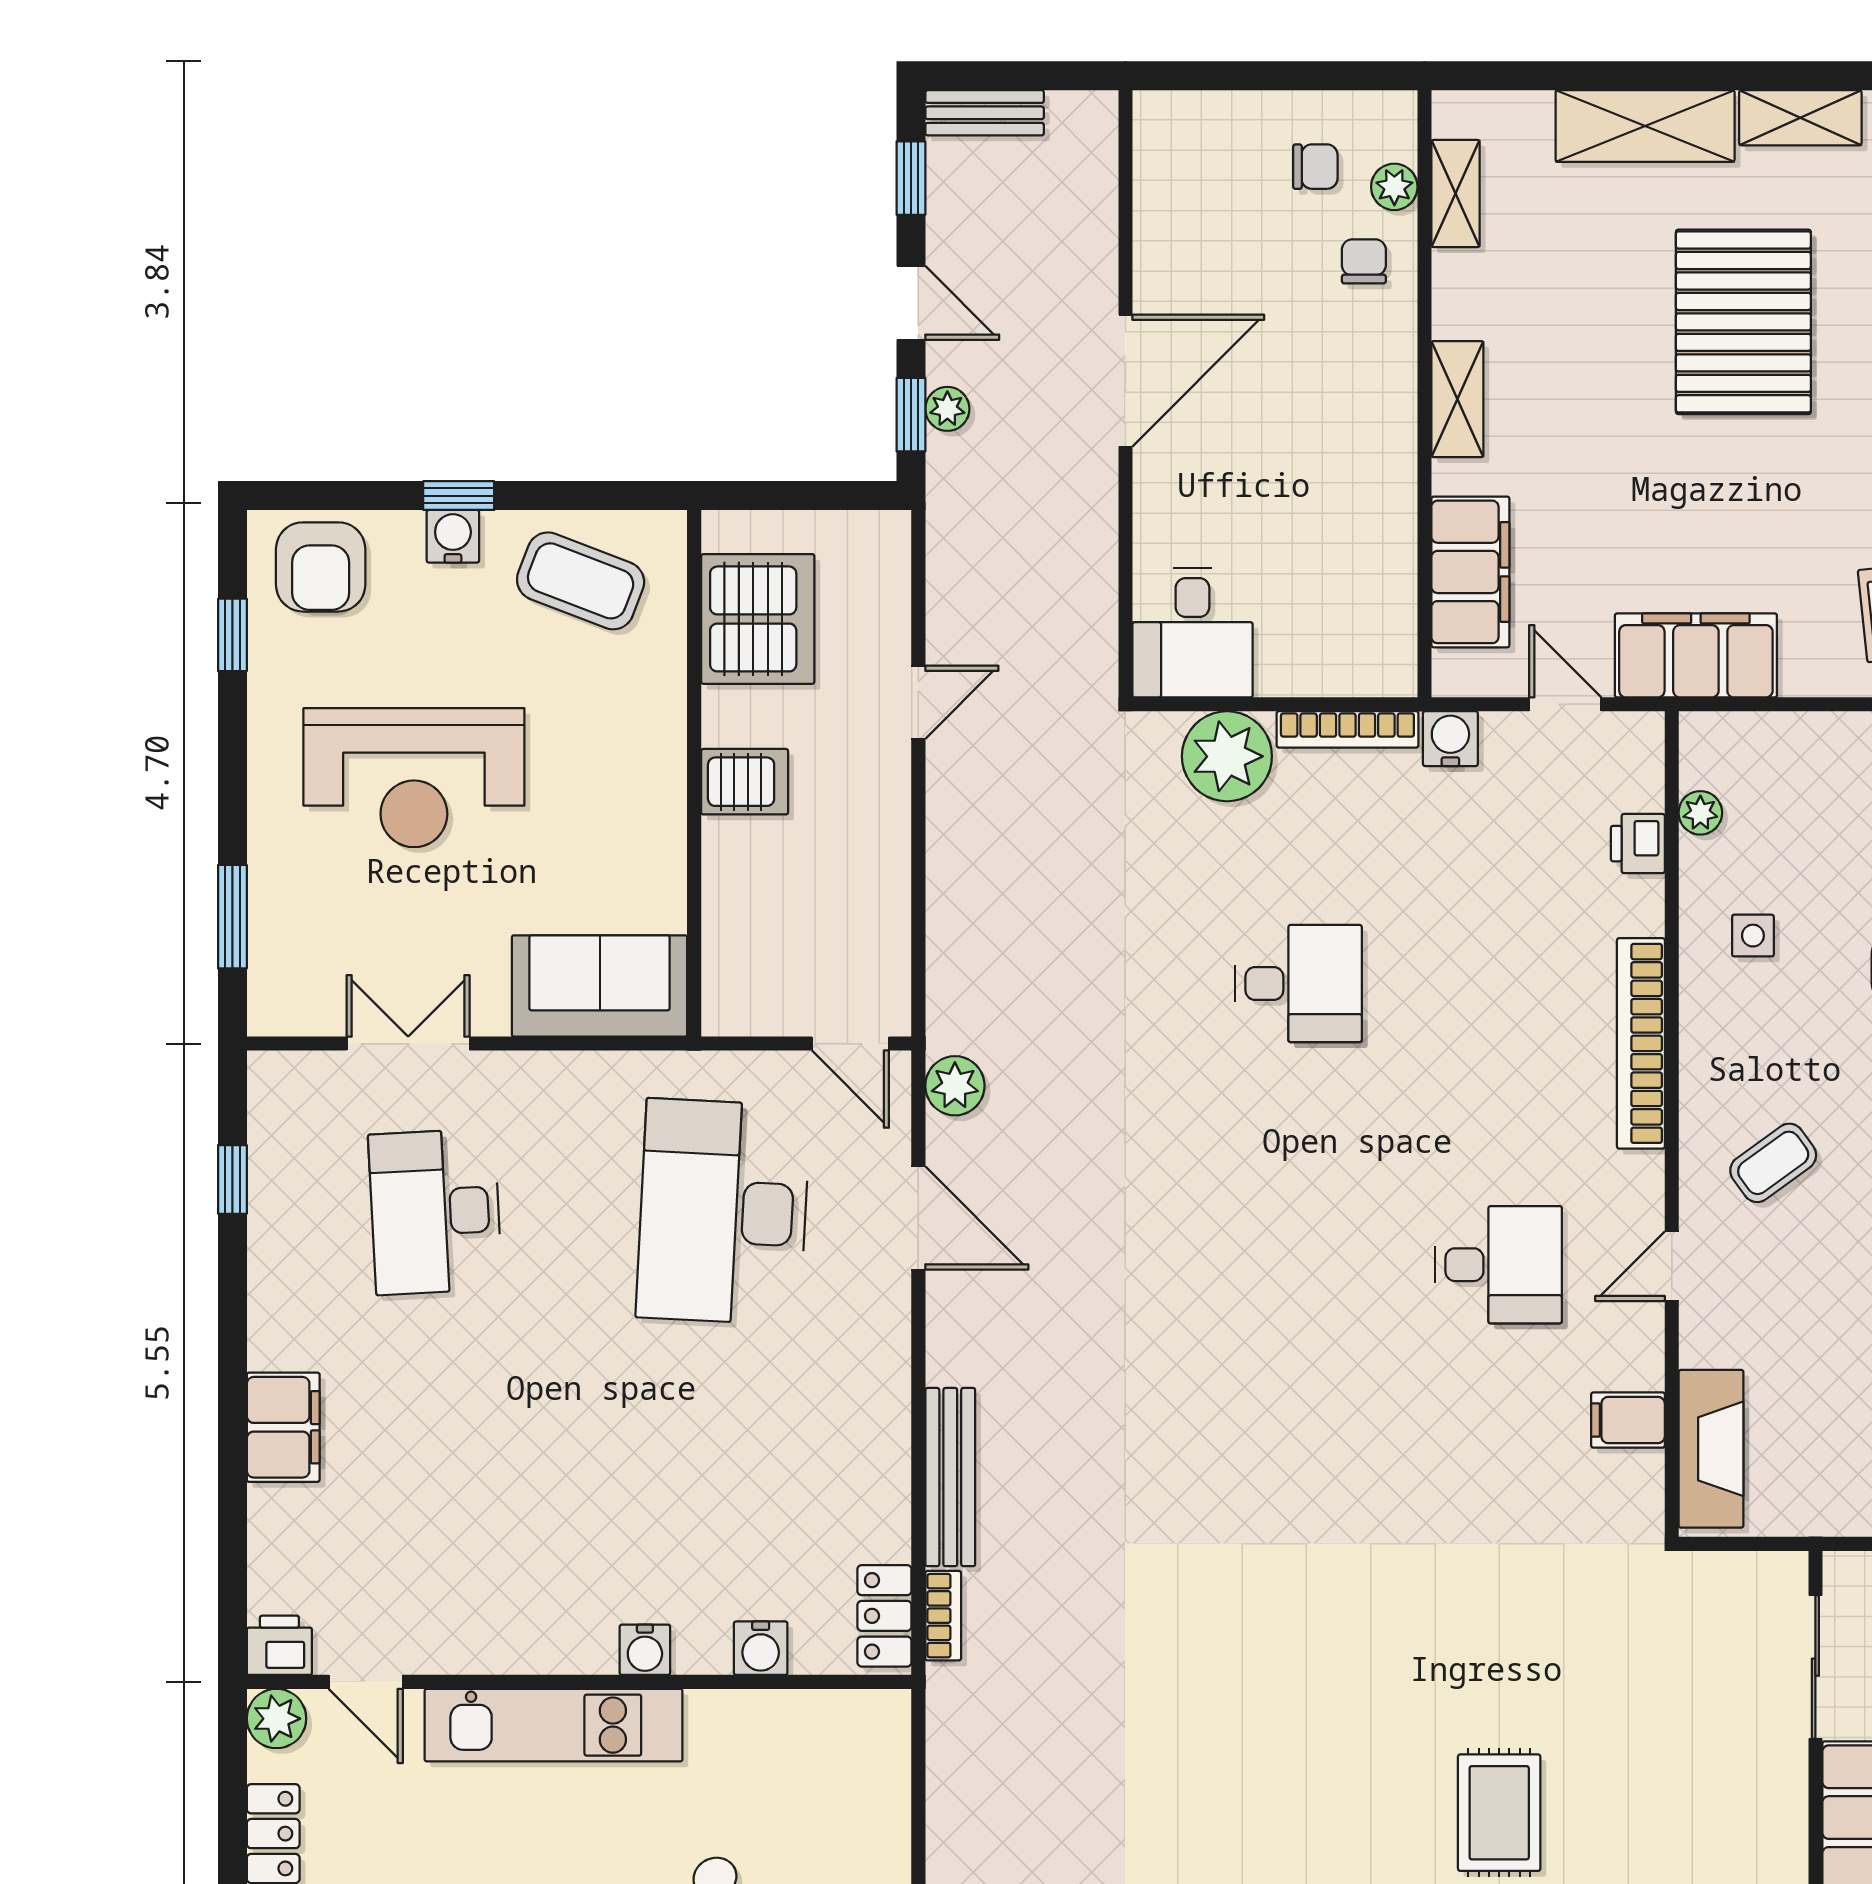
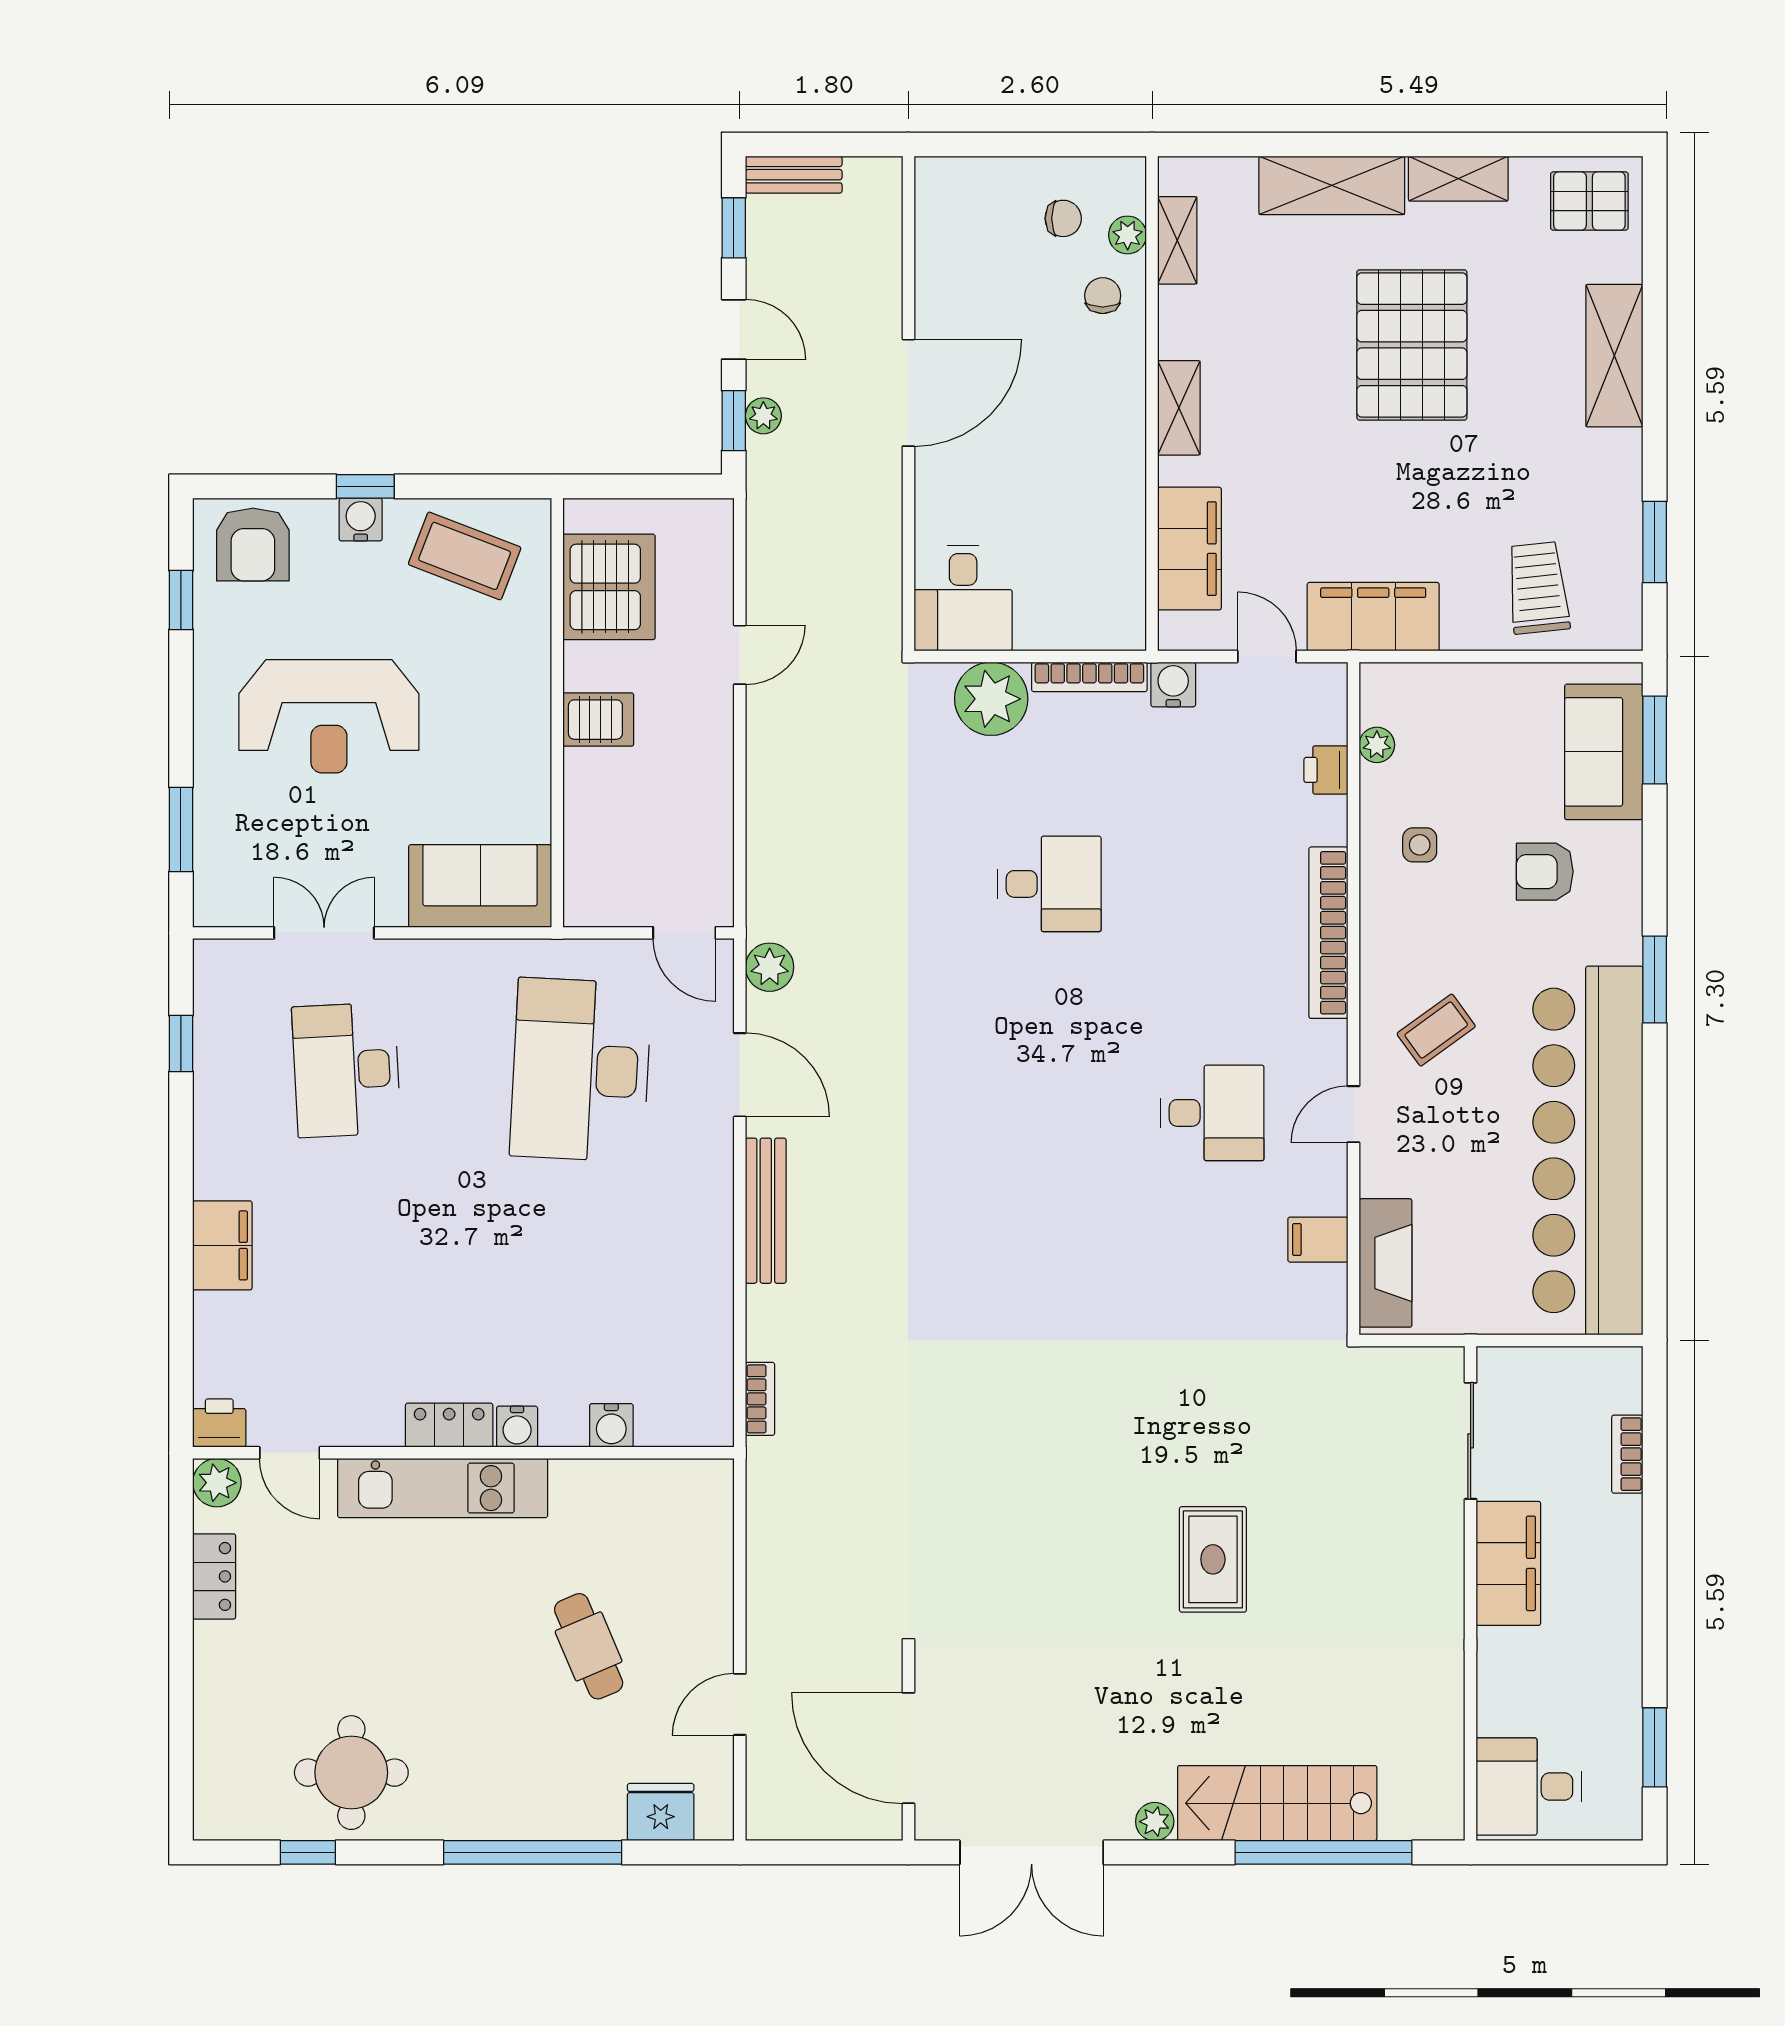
bench: (950, 1477) -> (766, 1211), moved
locker: (884, 1616) -> (449, 1425), moved, turned 90

